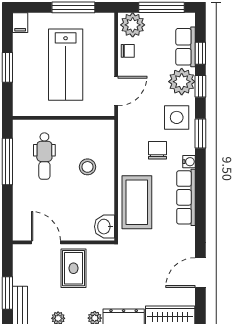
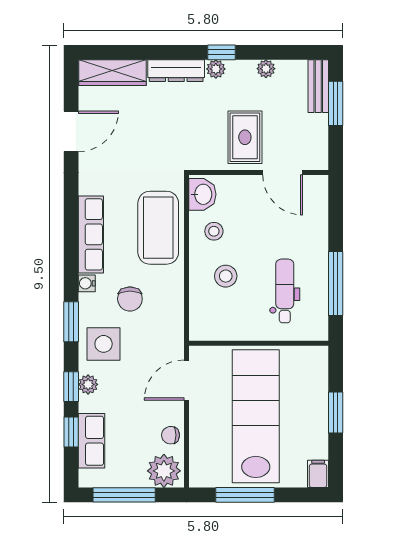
lab bench: (66, 65) -> (256, 416), width x1.36
plant: (182, 82) -> (88, 384), width x0.53, depth x0.53
stool: (96, 200) -> (214, 231), added

